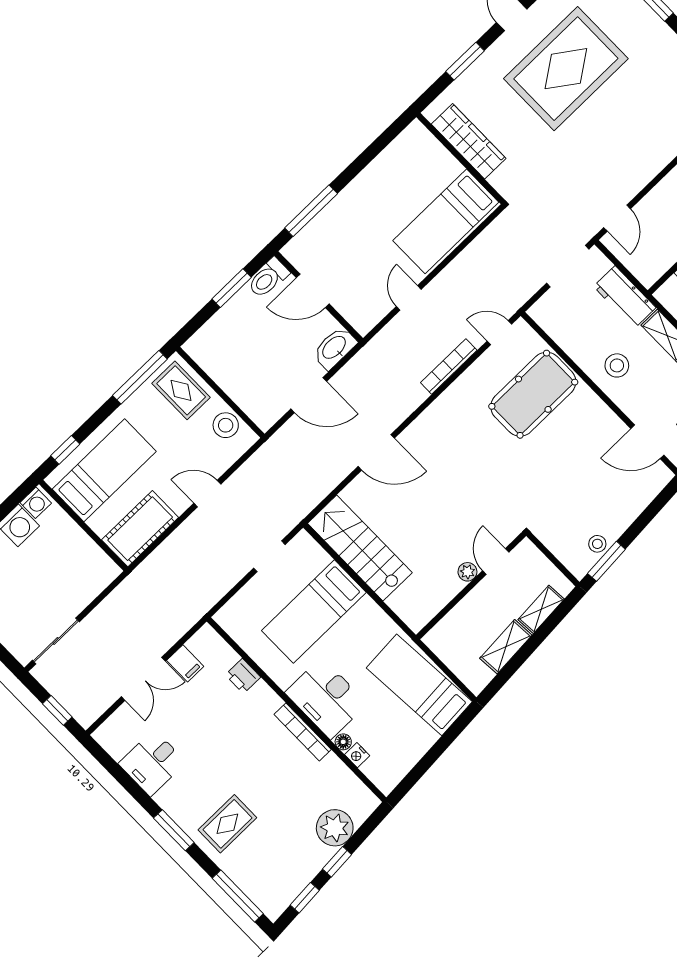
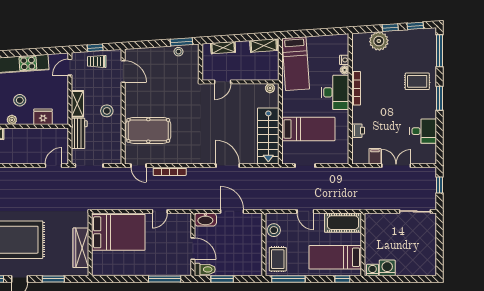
bed: (446, 221) -> (118, 232), width x1.50
plant: (467, 572) -> (270, 88), moved
shelving: (506, 647) -> (264, 46), moved

